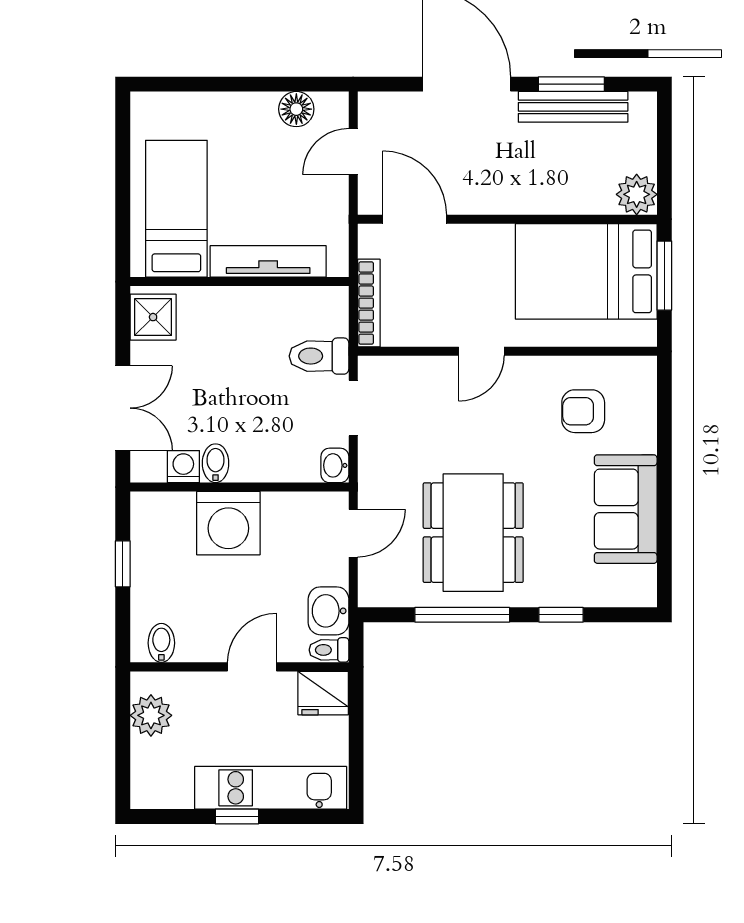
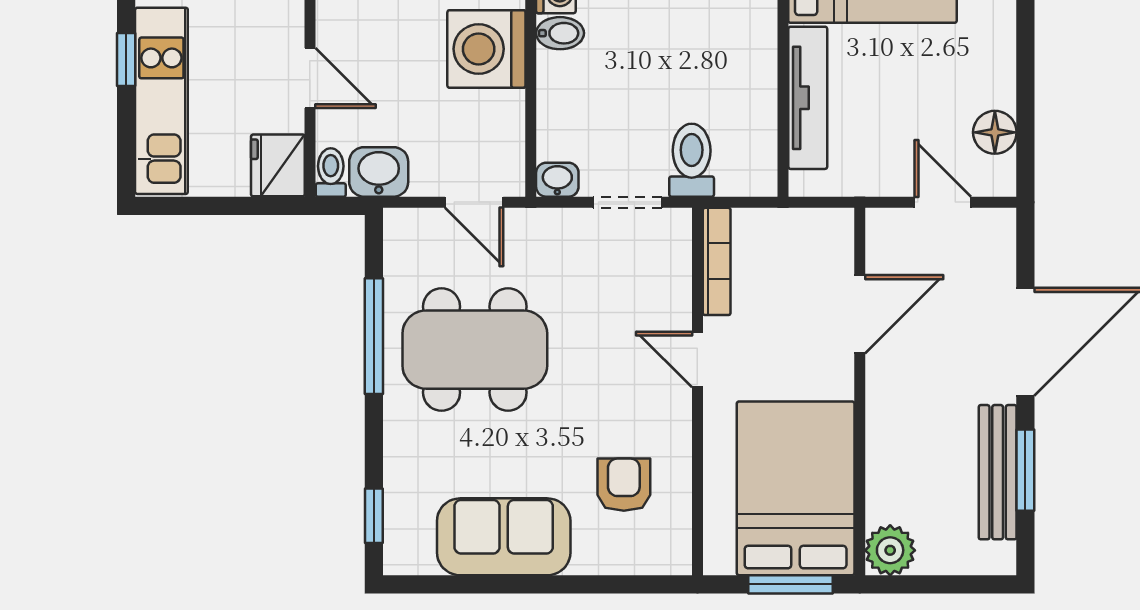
door: (415, 219) -> (860, 314), moved
bookcase: (369, 303) -> (717, 261), moved, turned -90
window: (561, 615) -> (374, 516), moved

